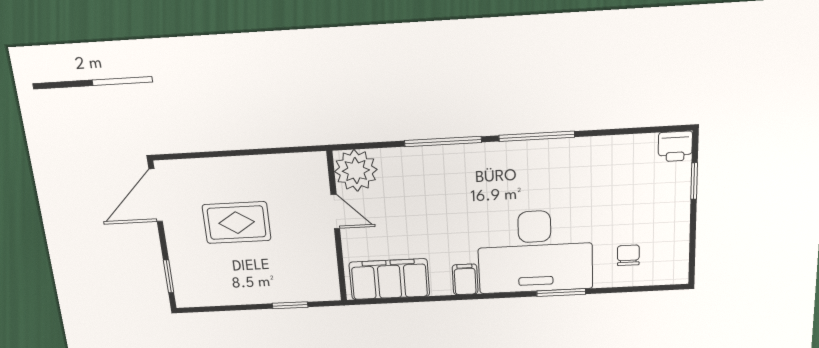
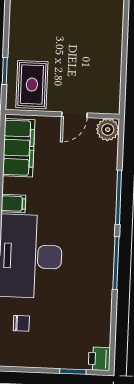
plant: (356, 171) -> (108, 130), width x0.73, depth x0.73
rug: (237, 223) -> (32, 85), moved

